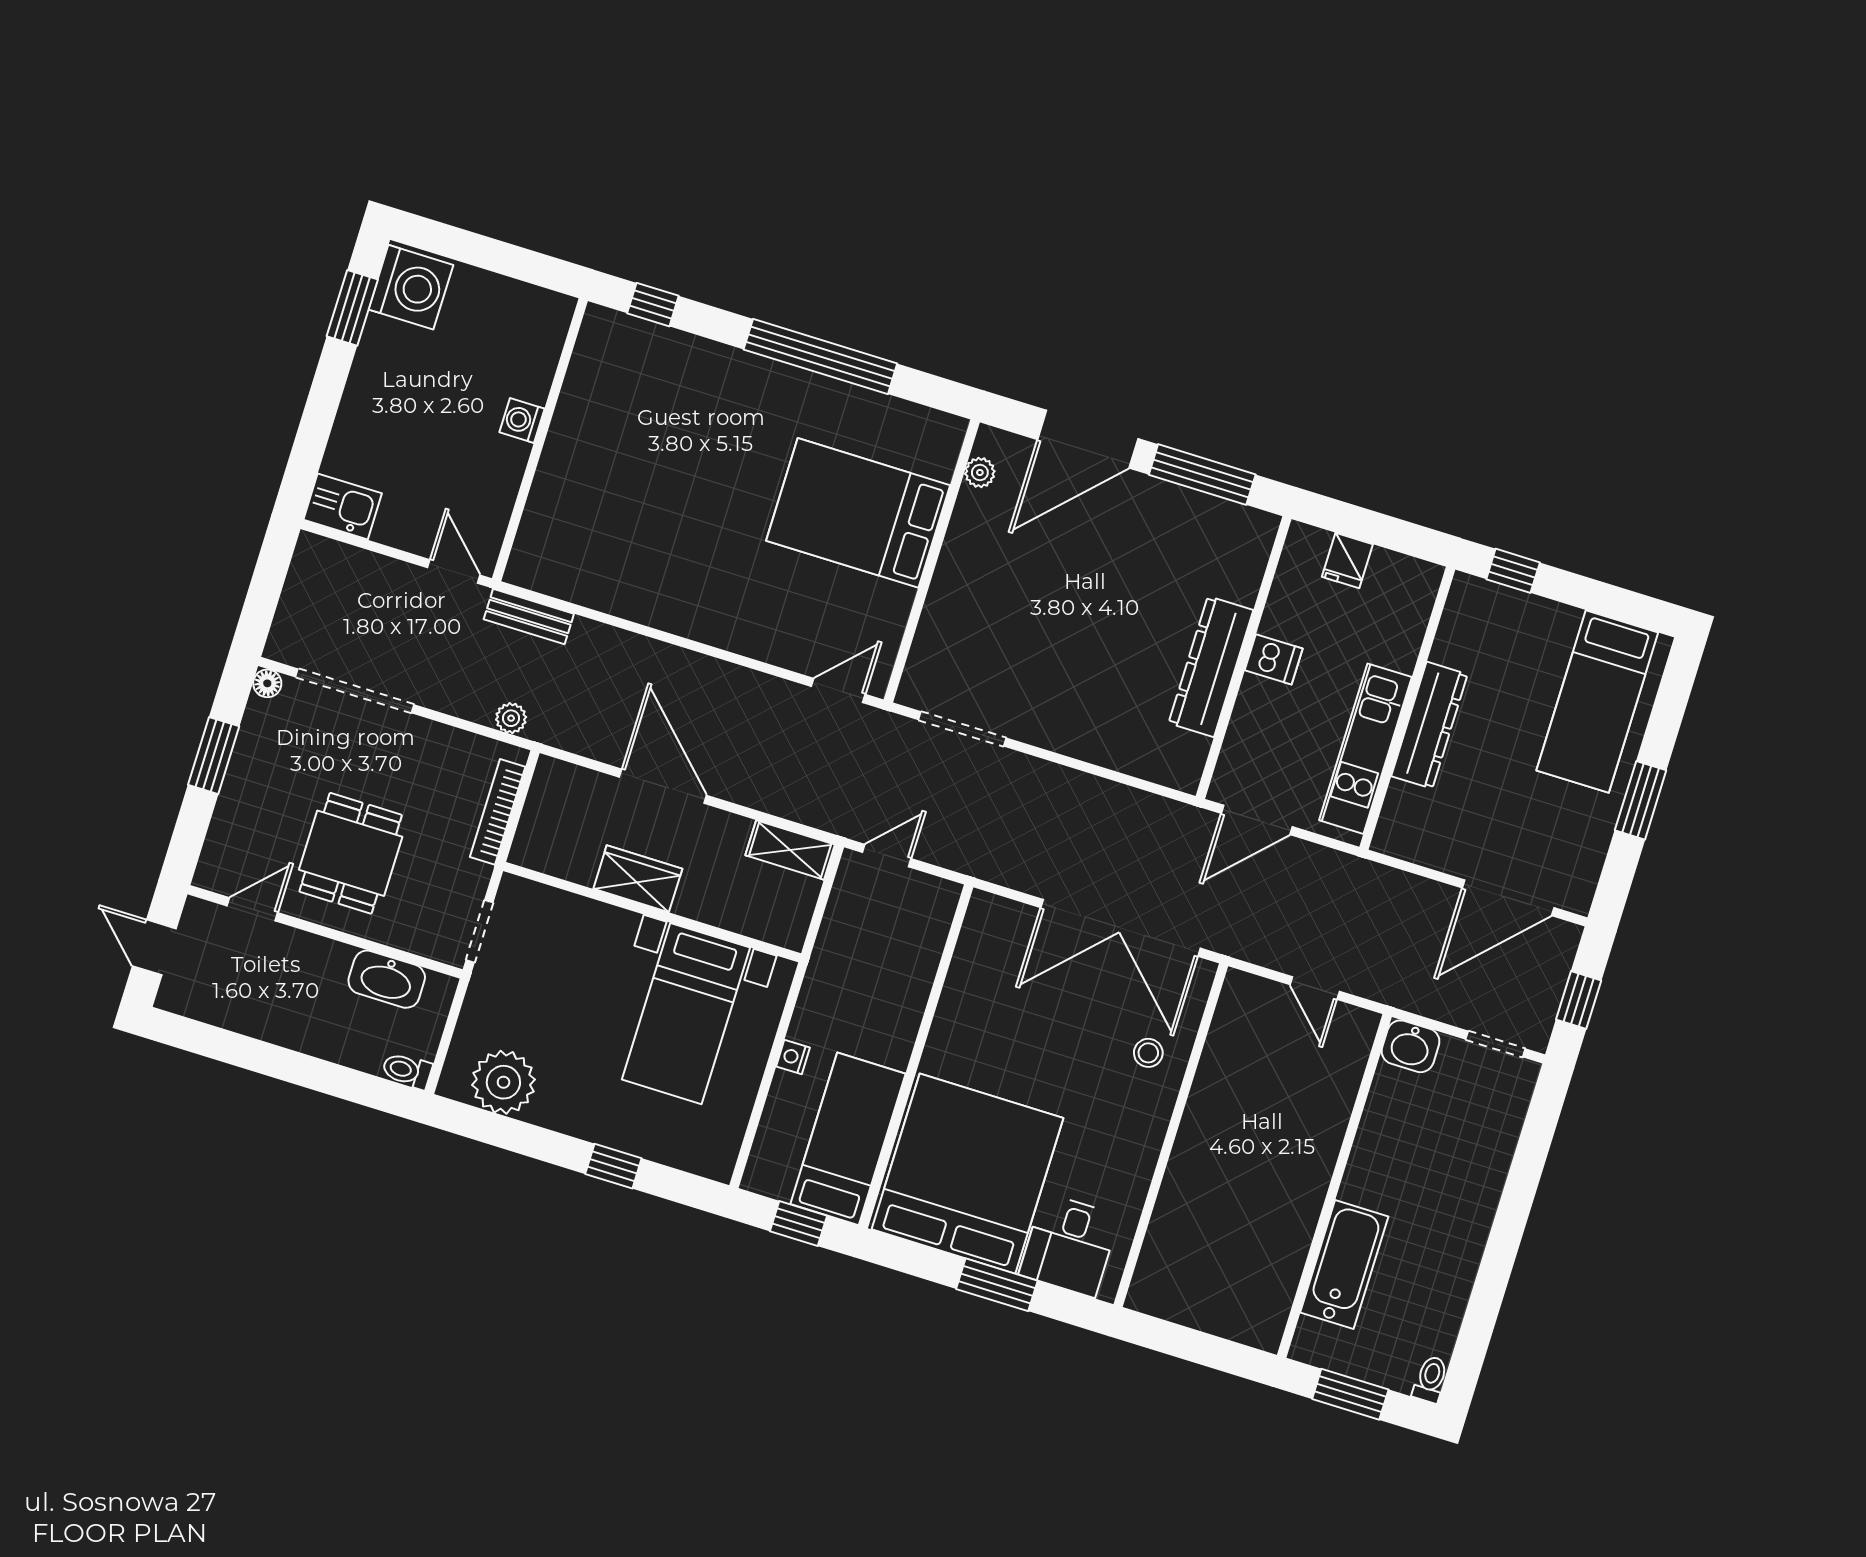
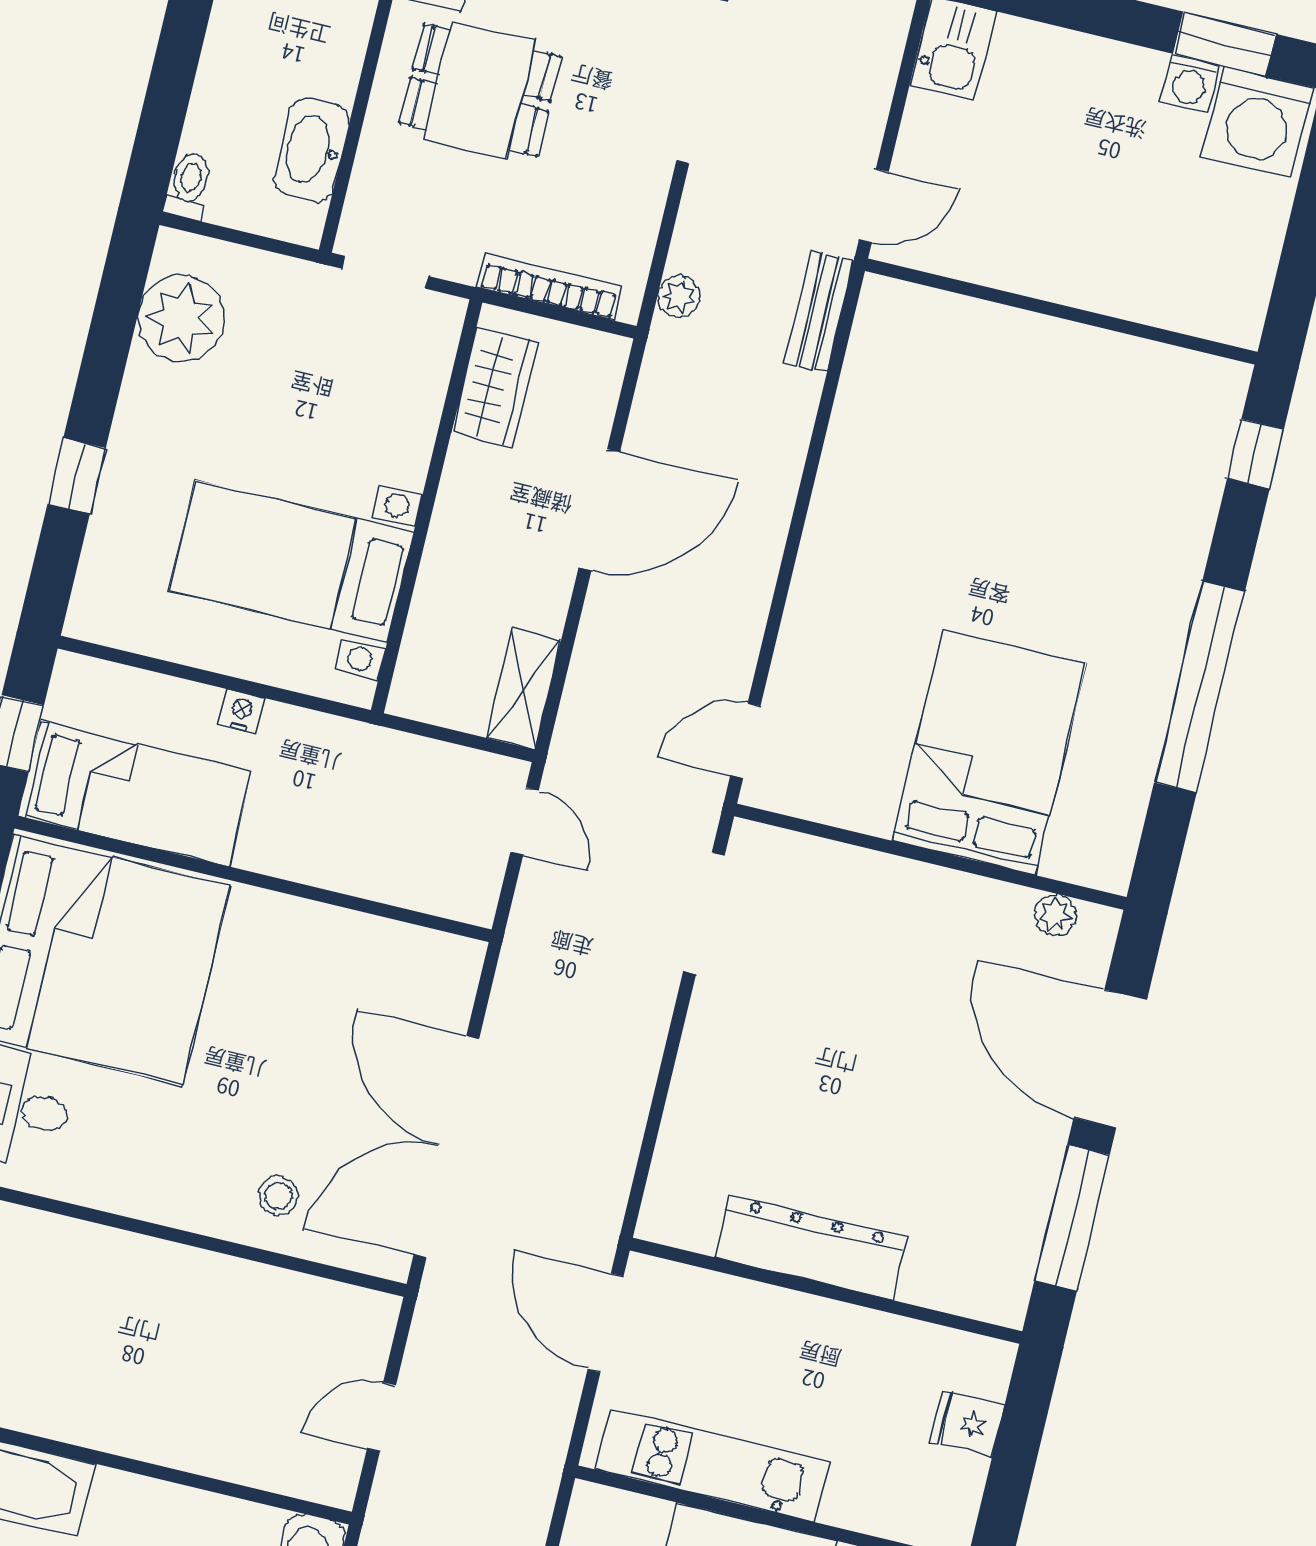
washing machine: (522, 420) -> (1190, 83), moved, turned 180
dishwasher: (1274, 659) -> (826, 1332), removed
door: (838, 690) -> (745, 741), swing flipped
wardrobe: (638, 879) -> (494, 387), moved

